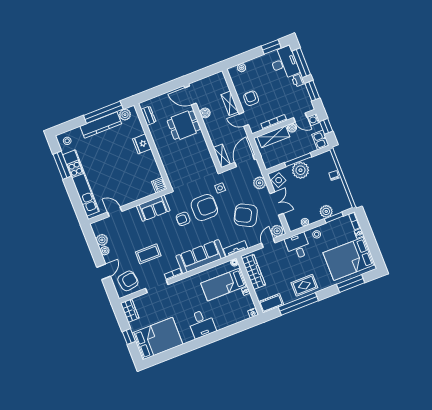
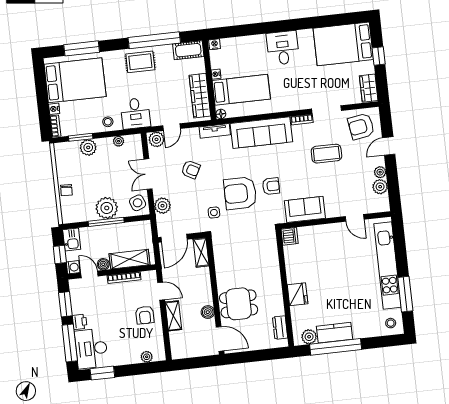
kitchen counter: (101, 125) -> (335, 333), width x0.67
armchair: (246, 215) -> (191, 170), width x0.53, depth x0.53

